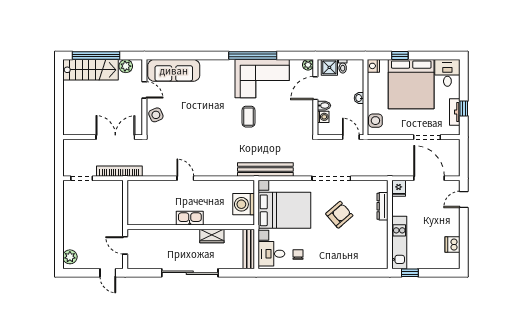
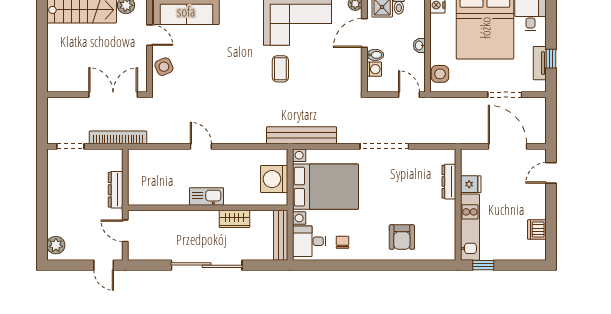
fridge: (399, 188) -> (471, 184), moved, turned -90
dresser: (117, 213) -> (116, 190), added
armchair: (339, 215) -> (402, 237), moved, turned 131

